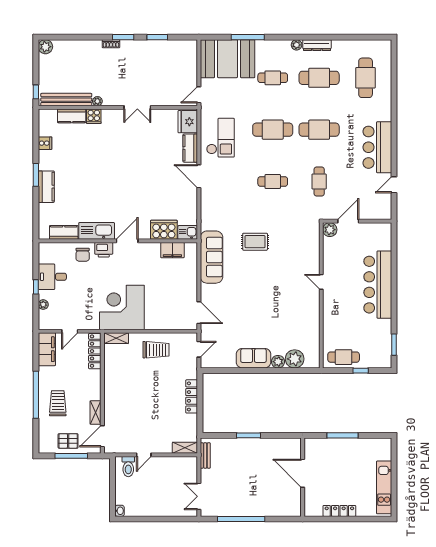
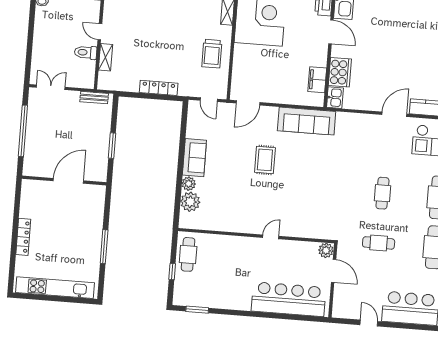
rug: (255, 242) -> (265, 160), moved
bar counter: (378, 285) -> (289, 299), moved
shelving: (185, 448) -> (106, 57), moved
toilet: (128, 467) -> (86, 52), moved
door: (303, 473) -> (68, 181), moved
wall: (303, 477) -> (64, 180), moved
kitchen unit: (384, 487) -> (55, 288), width x1.36

